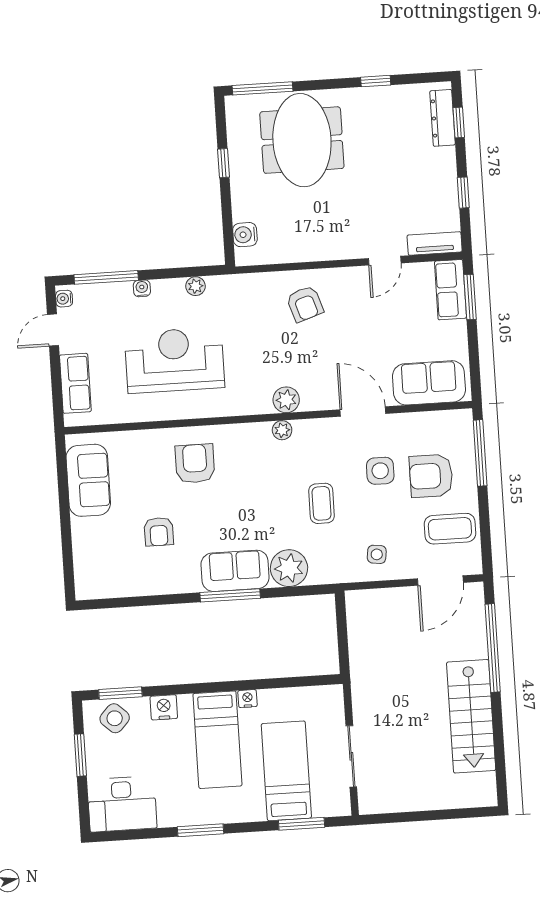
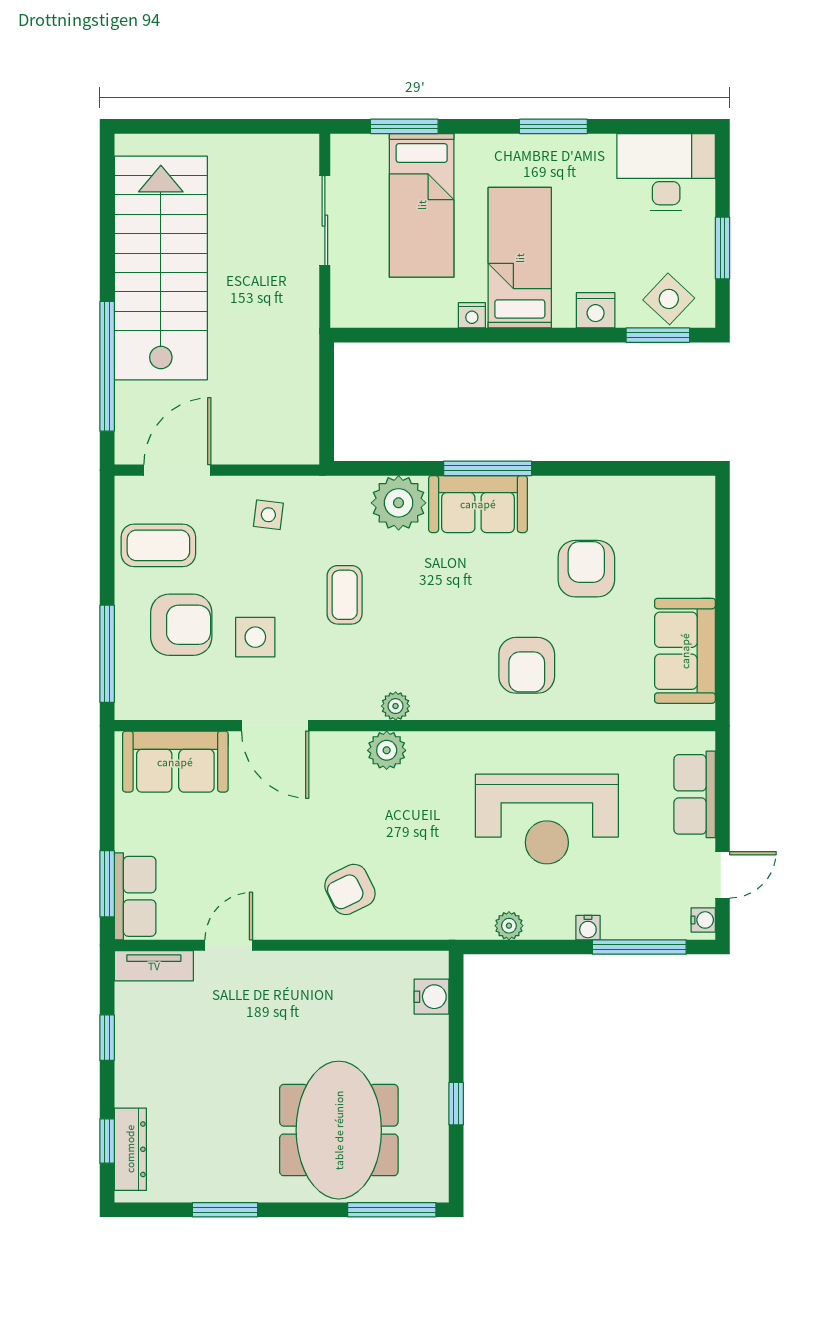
window: (376, 81) -> (225, 1210), width x1.50
armchair: (305, 304) -> (350, 889), turned -98
armchair: (159, 532) -> (586, 569), width x1.38, depth x1.38
stairs: (471, 716) -> (161, 268), width x1.36, depth x1.51

